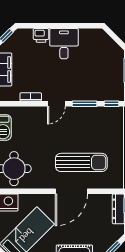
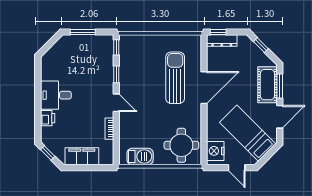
window: (85, 104) -> (116, 74), width x0.67
door: (71, 191) -> (204, 88), hinge flipped

